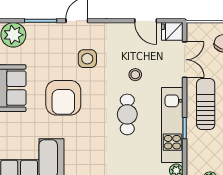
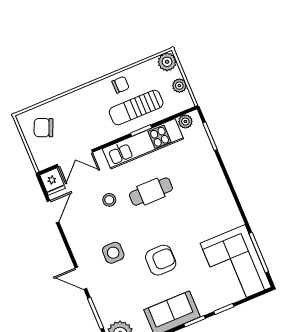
double door: (185, 60) -> (75, 158), swing flipped
armchair: (63, 98) -> (161, 260), width x0.73, depth x0.73
sun lounger: (206, 104) -> (136, 107), moved

